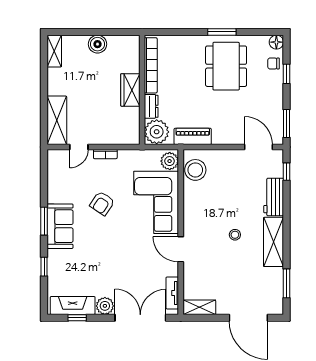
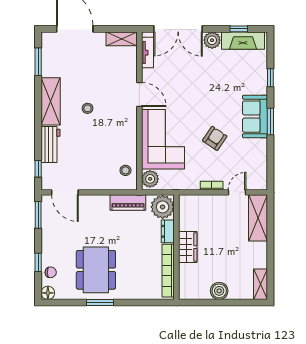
stool: (195, 170) -> (125, 170), width x0.53, depth x0.53

